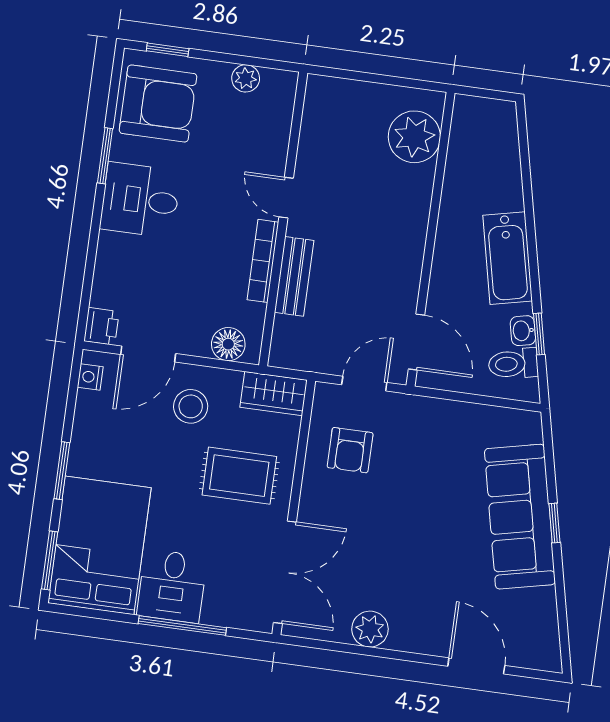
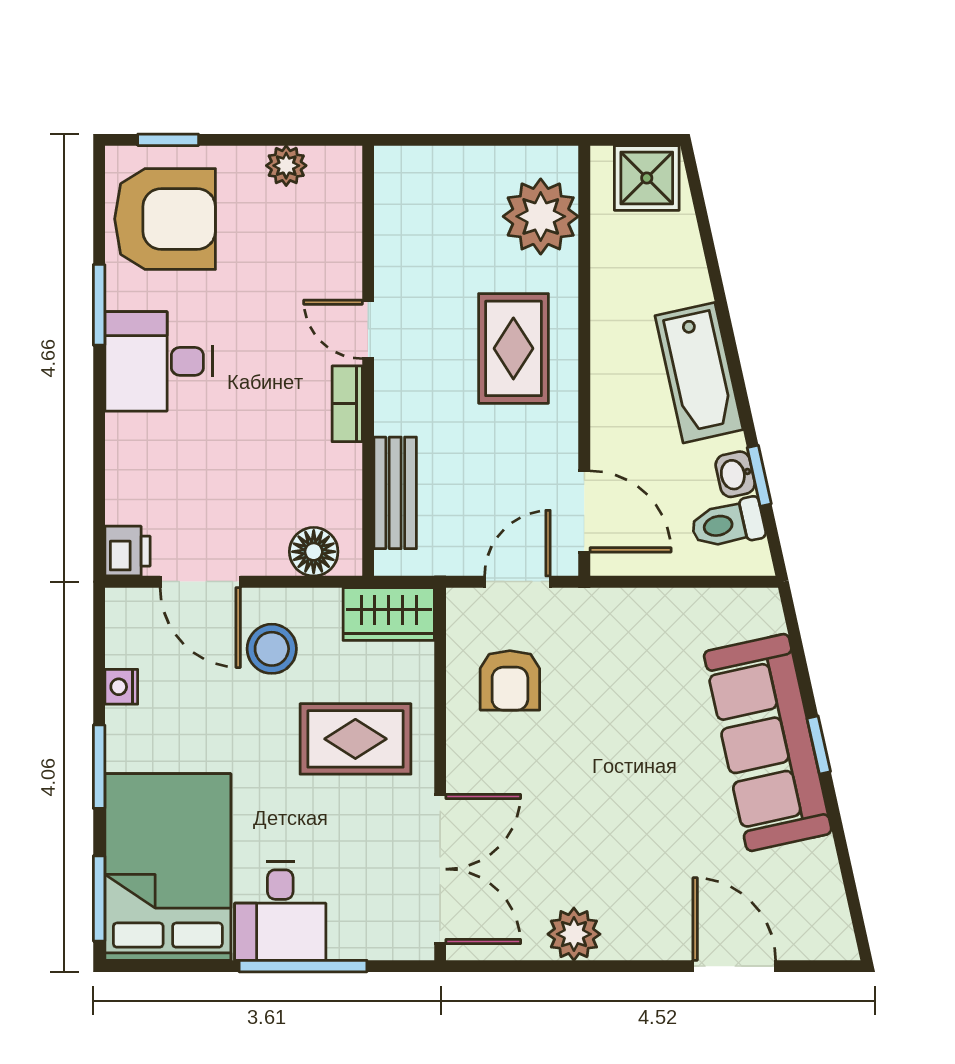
shower: (490, 120) -> (647, 178), added
rug: (383, 224) -> (513, 348), added
bookcase: (263, 261) -> (347, 404), width x0.64
bench: (294, 276) -> (395, 493), moved
door: (148, 354) -> (200, 582), hinge flipped
nightstand: (90, 377) -> (121, 687), moved

